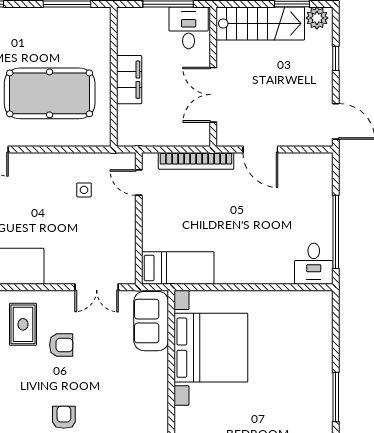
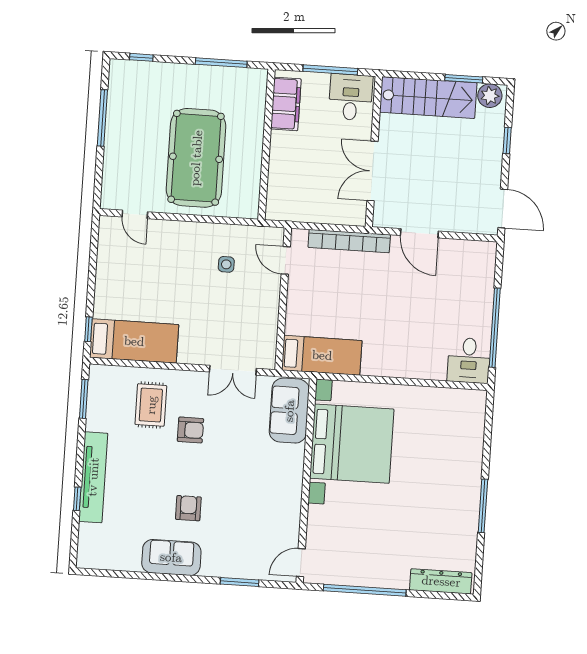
filing cabinet: (129, 80) -> (286, 104), moved
pool table: (50, 93) -> (196, 158), turned 90

